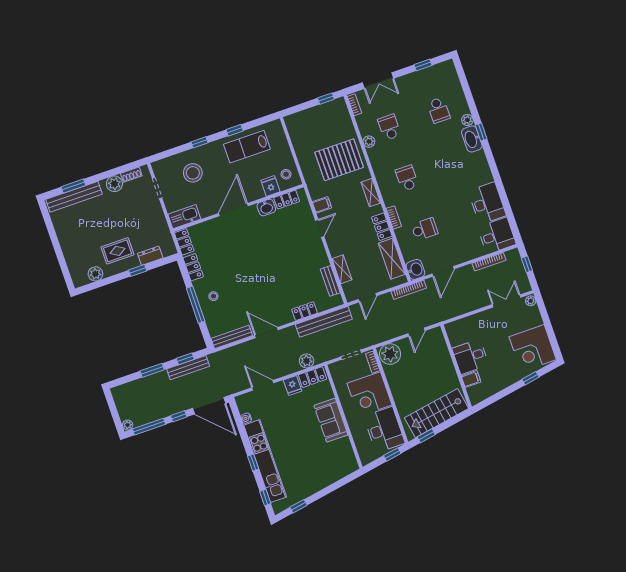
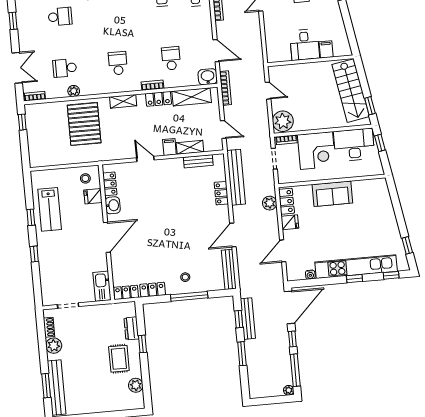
stool: (193, 173) -> (62, 268), removed
school desk: (407, 178) -> (118, 63), turned 90
filing cabinet: (322, 205) -> (169, 147), moved
door: (233, 210) -> (107, 237), swing flipped

